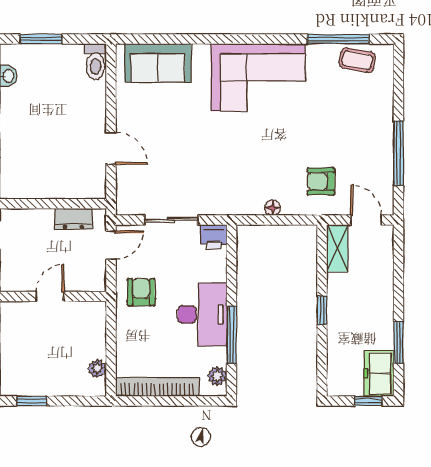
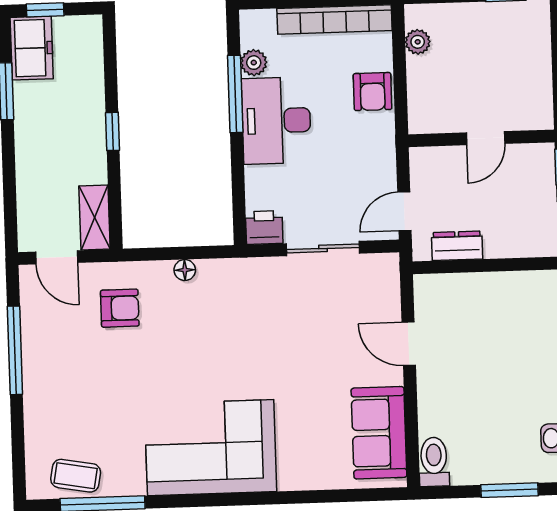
sofa: (158, 63) -> (379, 433), moved, turned -90
armchair: (141, 292) -> (373, 92), moved
plant: (217, 376) -> (254, 63), moved

